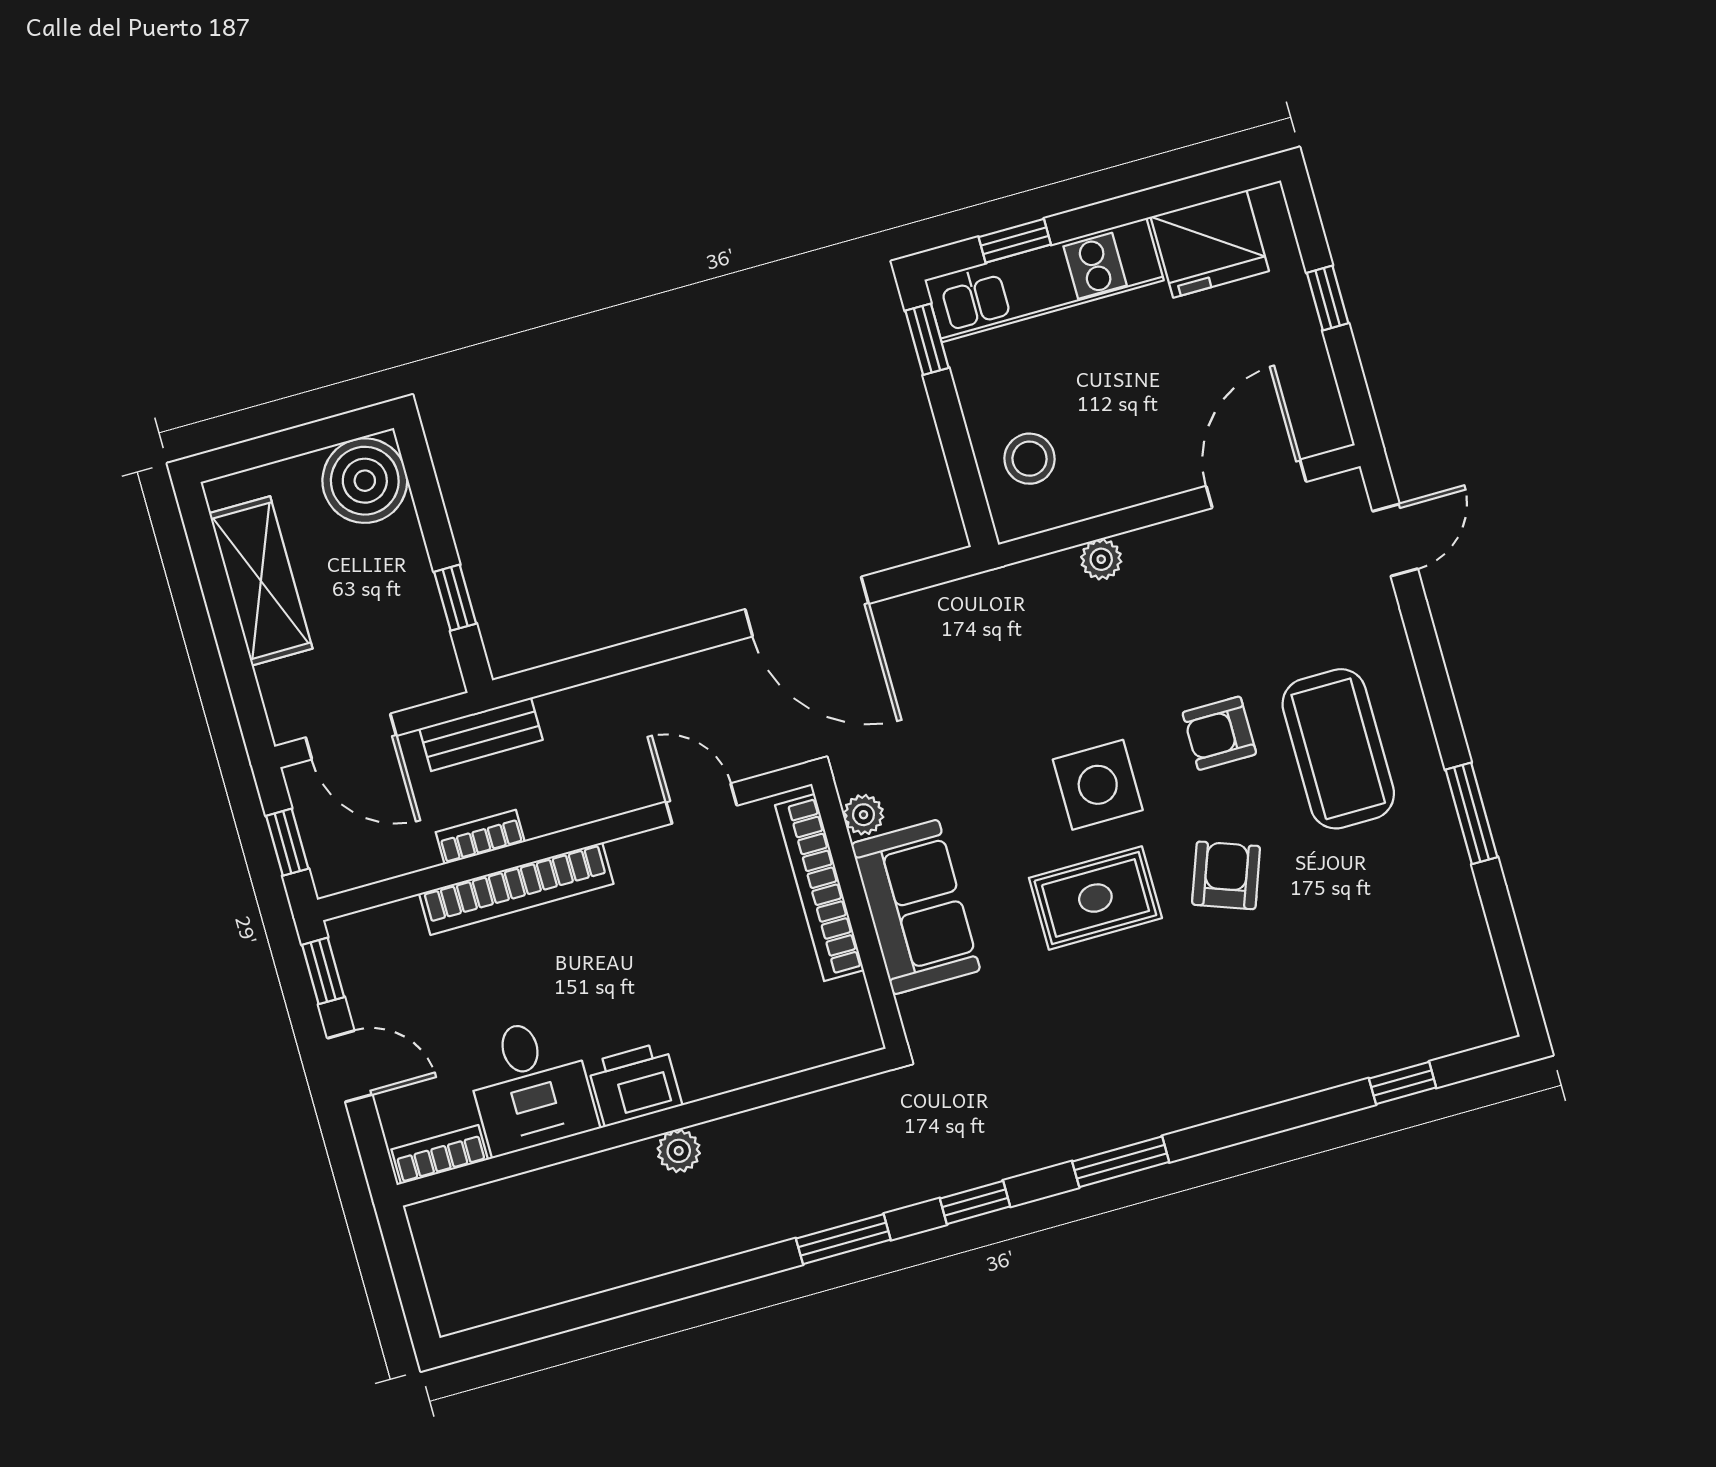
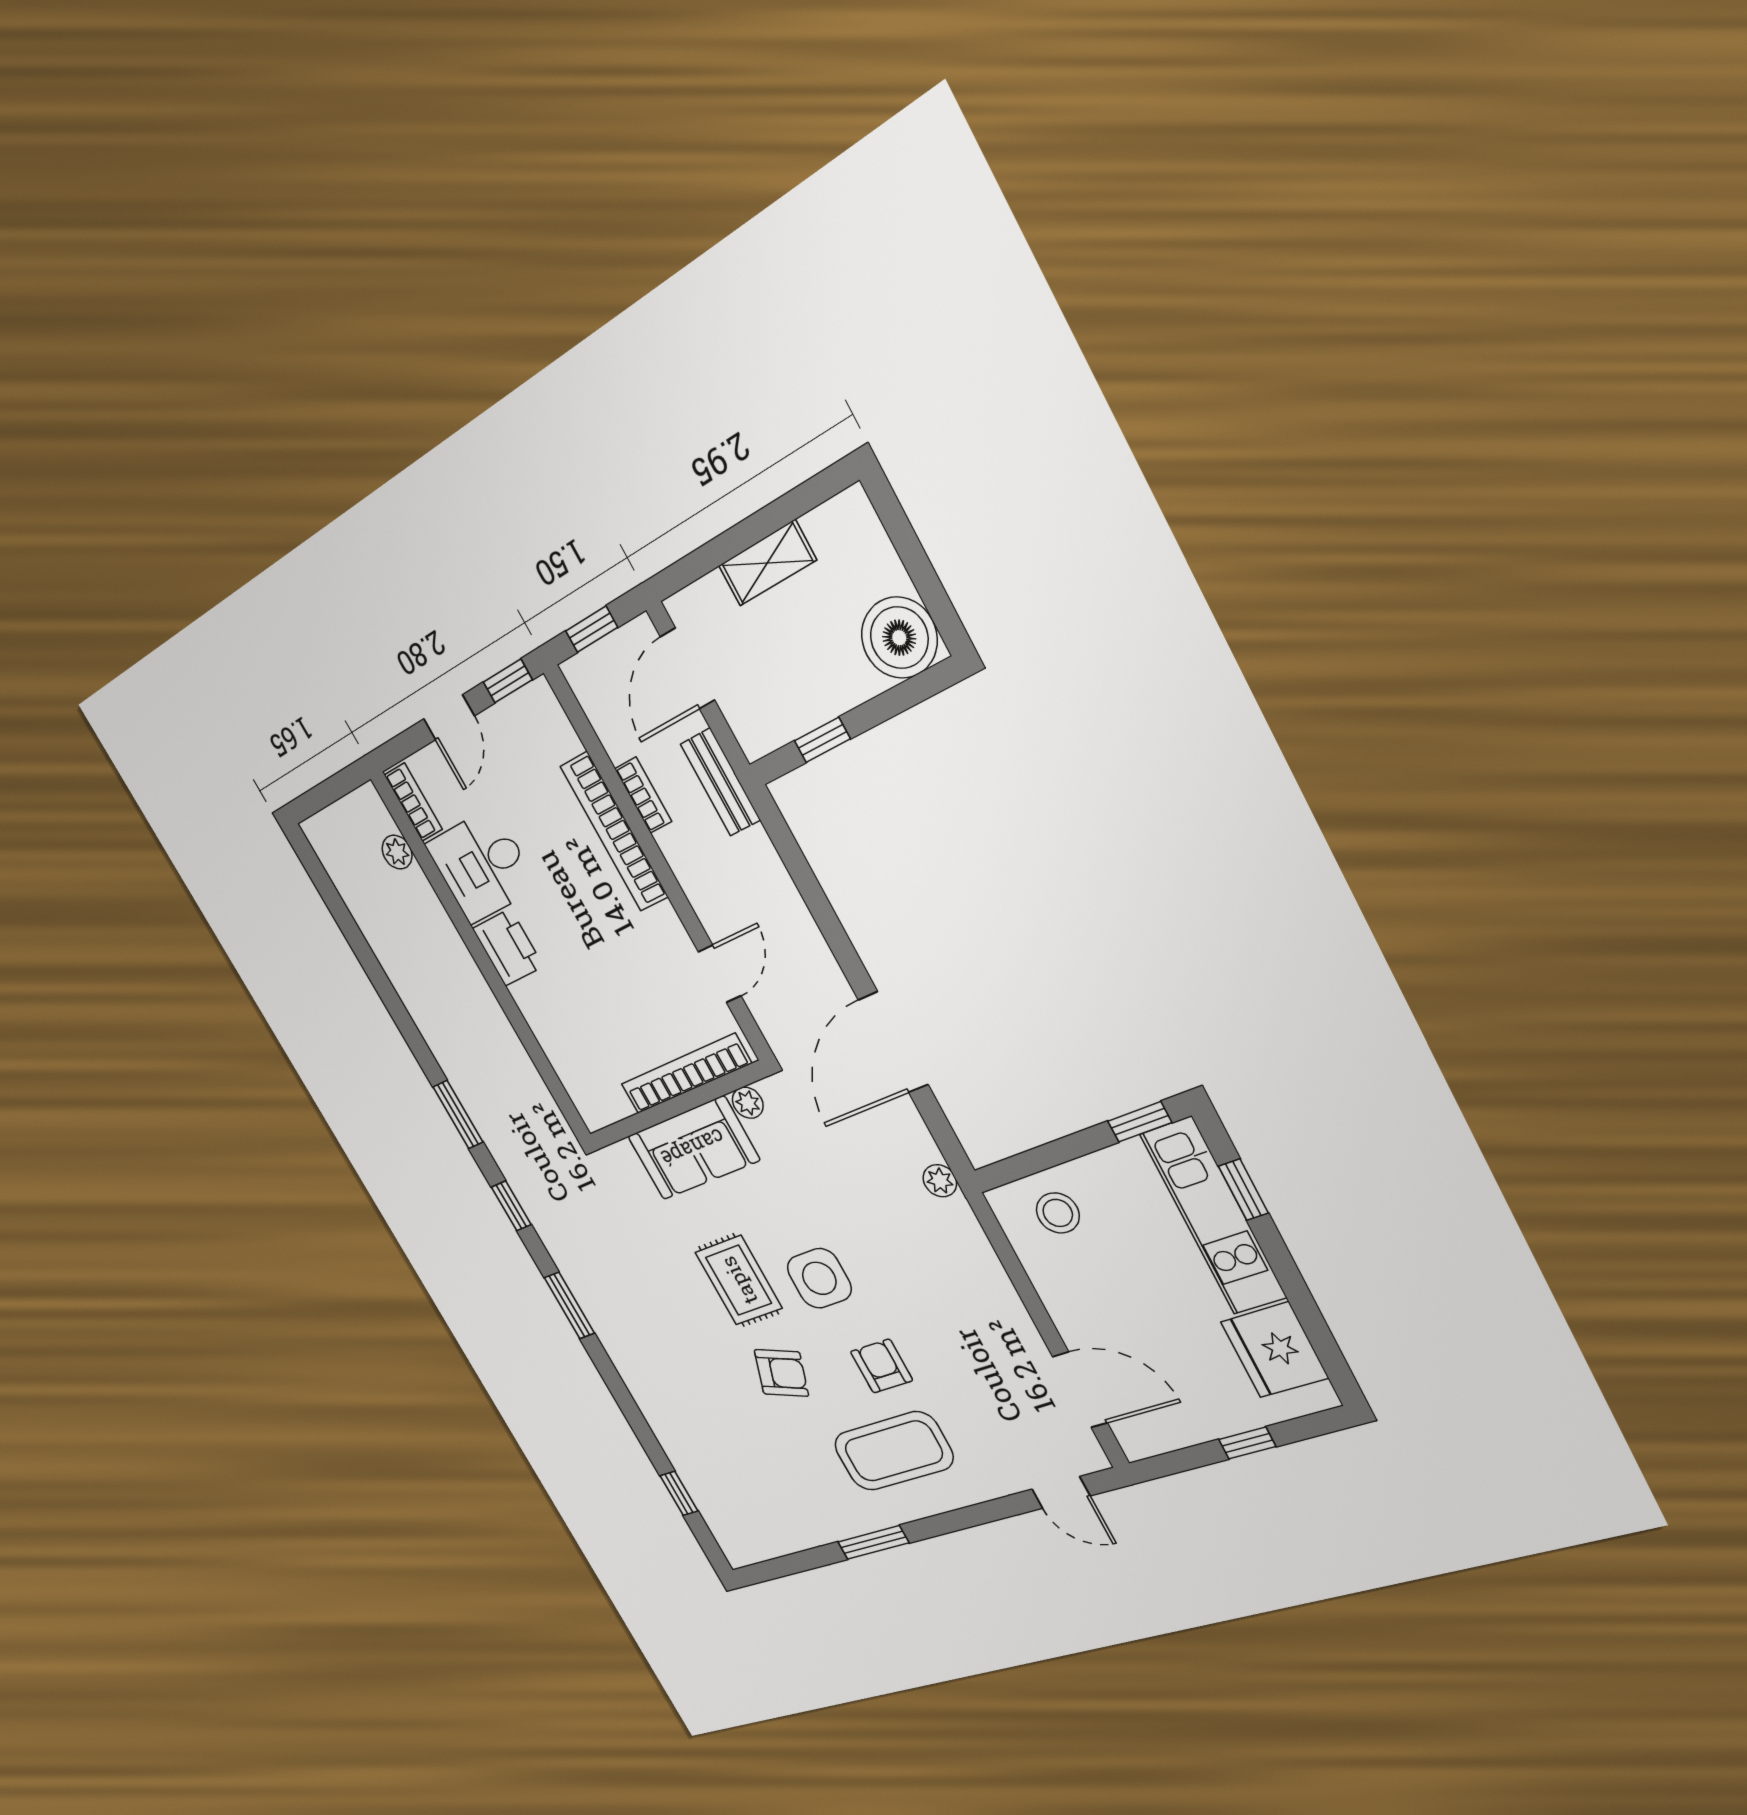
plant: (1101, 559) -> (940, 1181), moved
shelving: (261, 581) -> (767, 563), width x0.67, depth x0.75
plant: (679, 1151) -> (397, 852), moved

